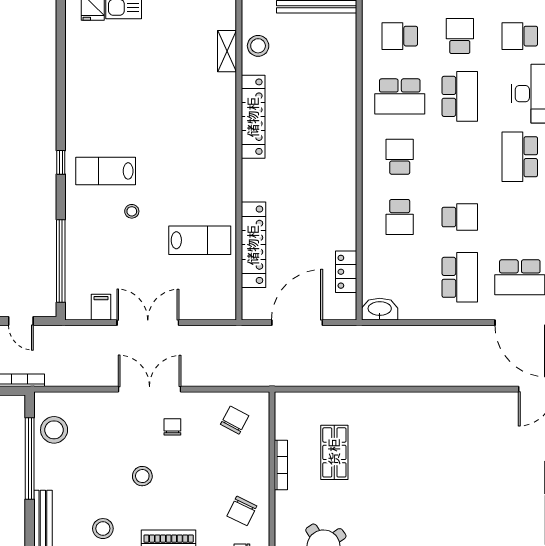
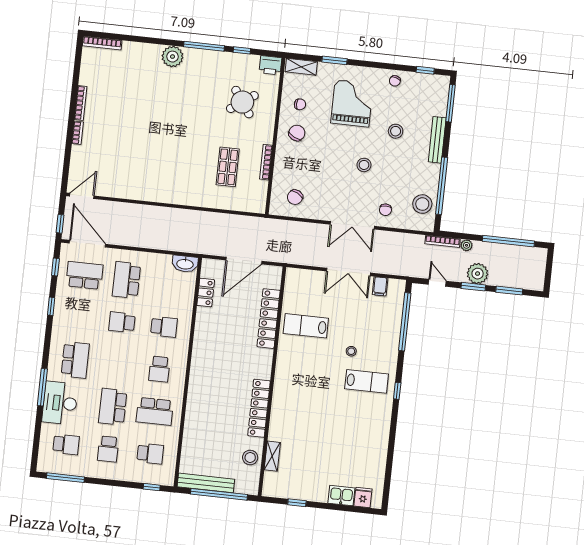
school desk: (400, 96) -> (155, 411), turned 180
school desk: (400, 217) -> (164, 327), turned 90
chair: (172, 427) -> (385, 210), moved

